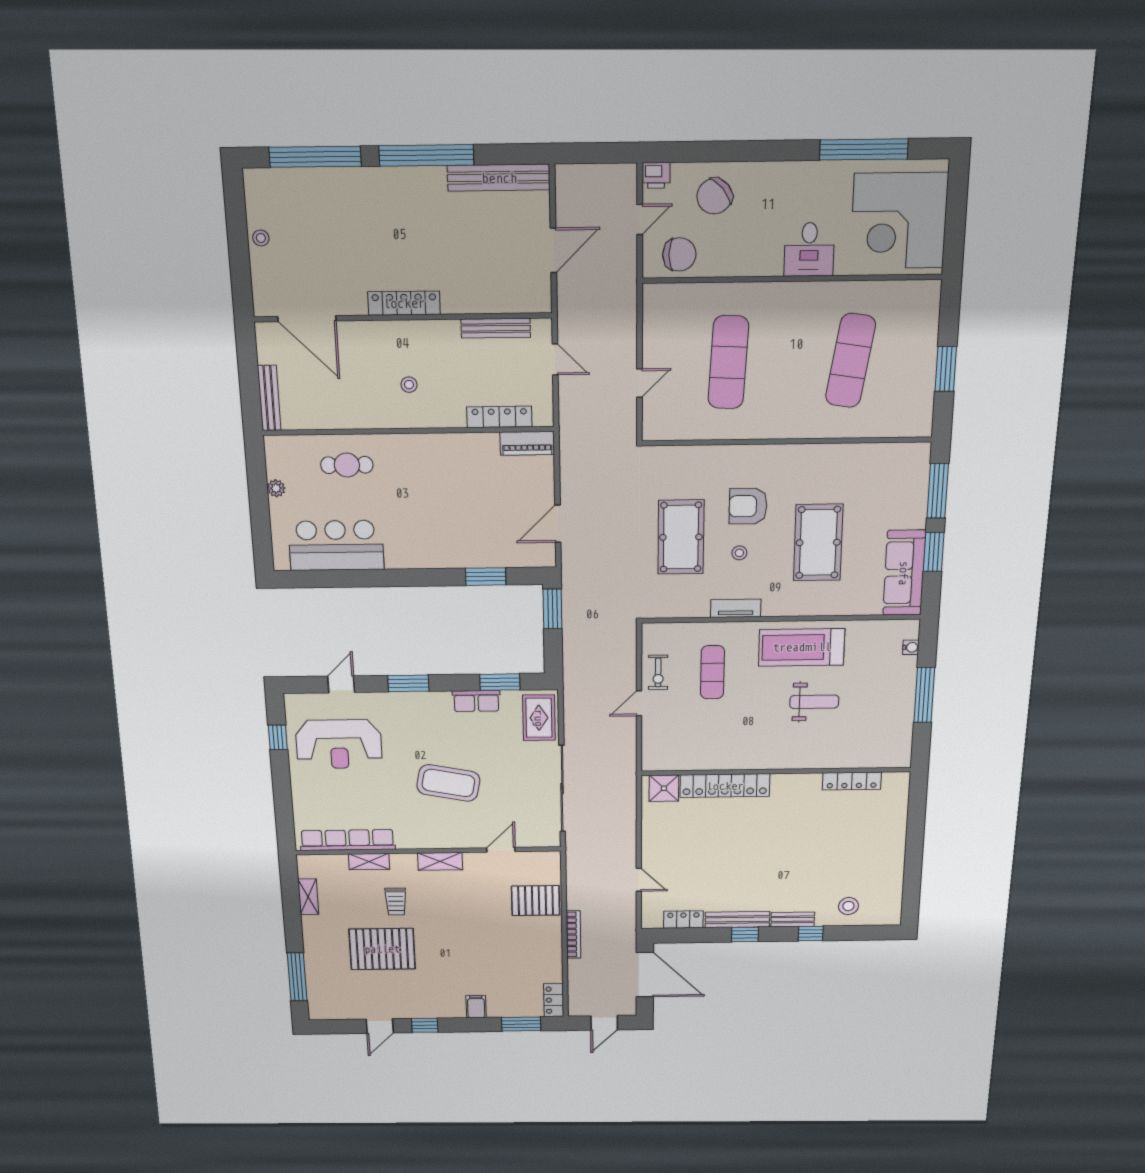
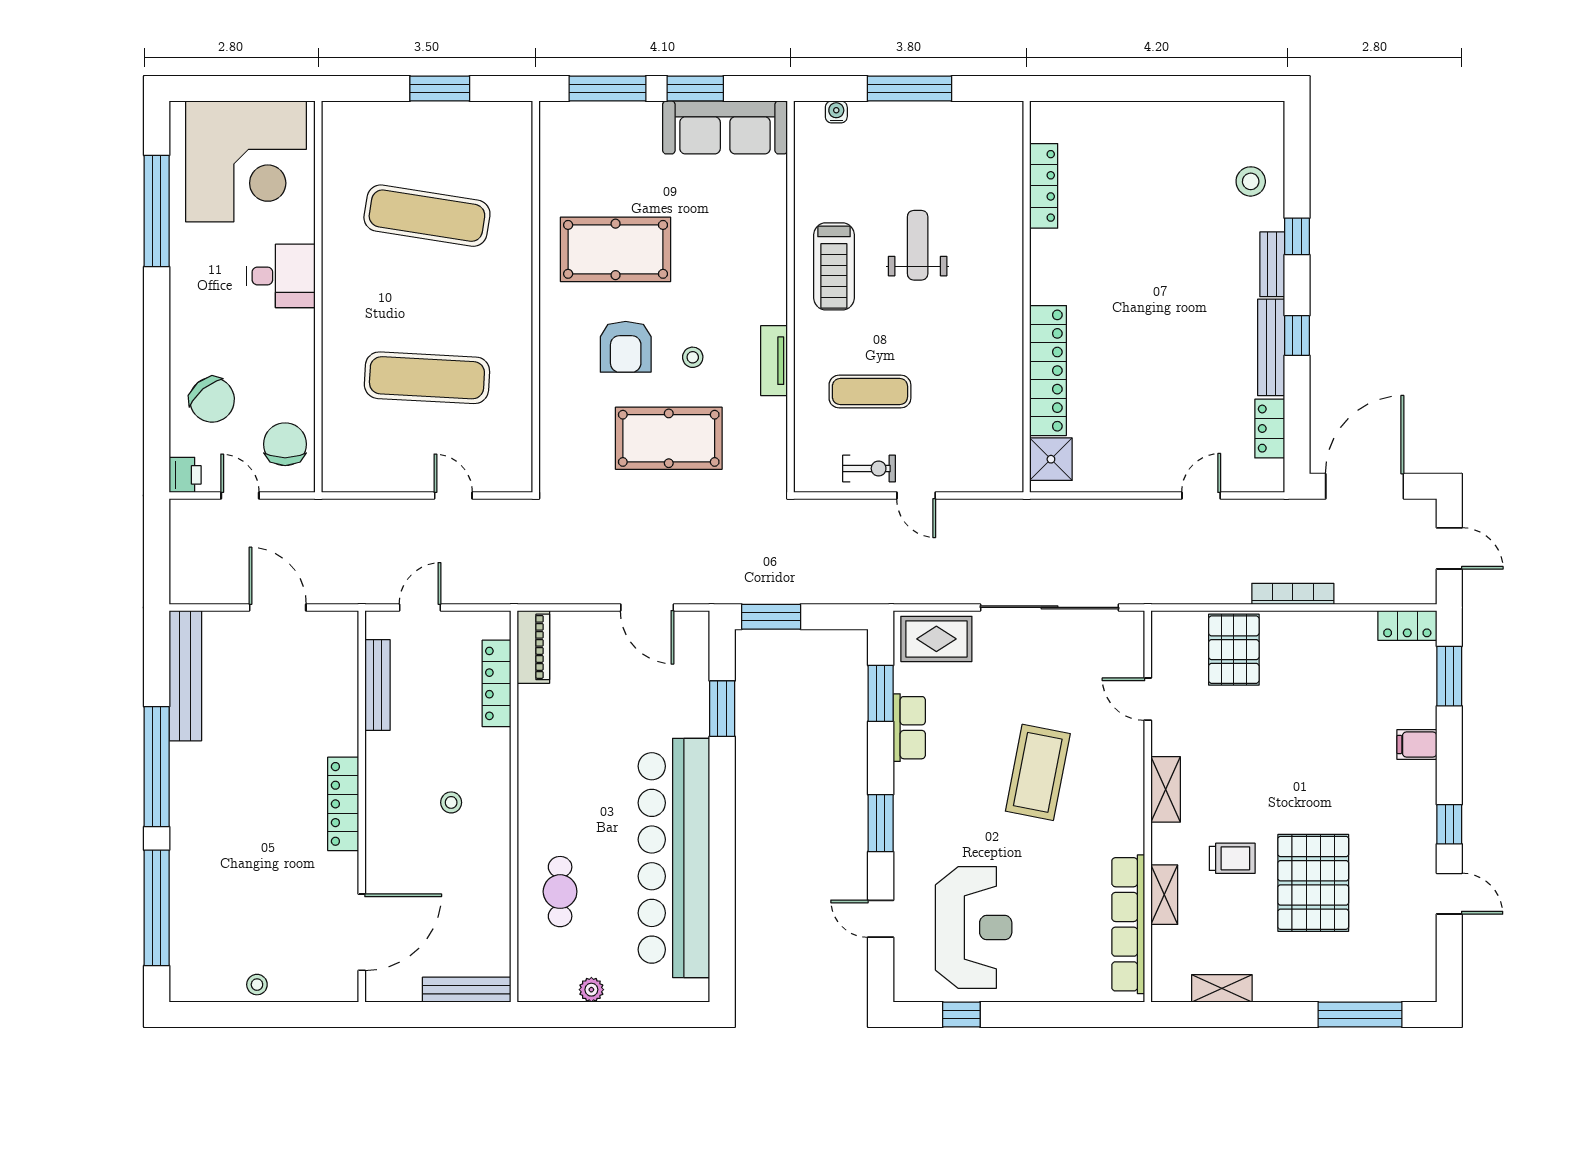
pool table: (818, 542) -> (616, 249), moved
bar counter: (336, 545) -> (674, 858), width x1.86
treadmill: (802, 647) -> (834, 266), width x0.73, depth x0.73

